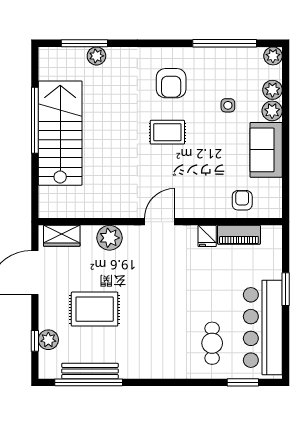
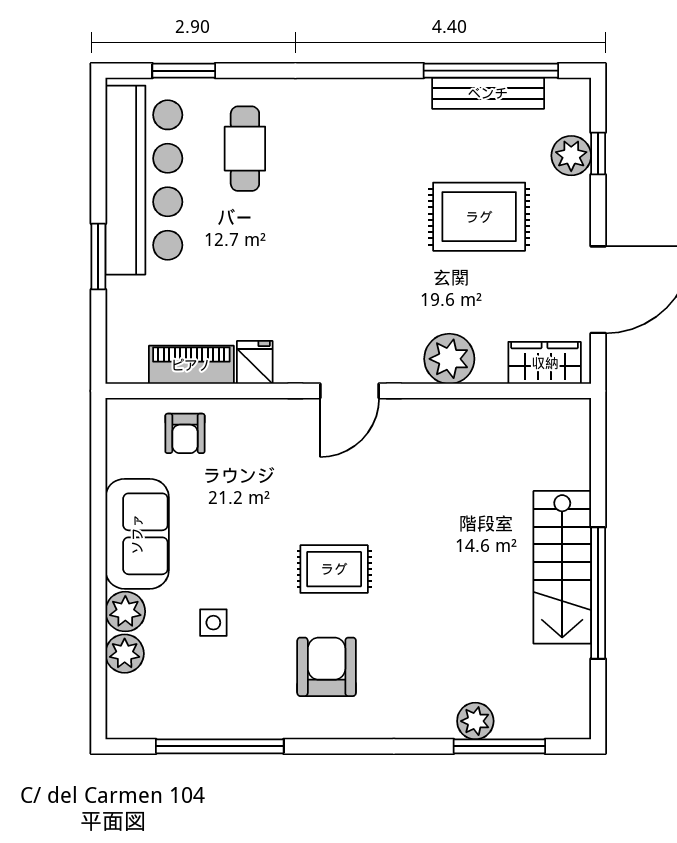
plant: (273, 56) -> (124, 721), removed
stairs: (60, 133) -> (562, 567), width x0.73, depth x0.66

